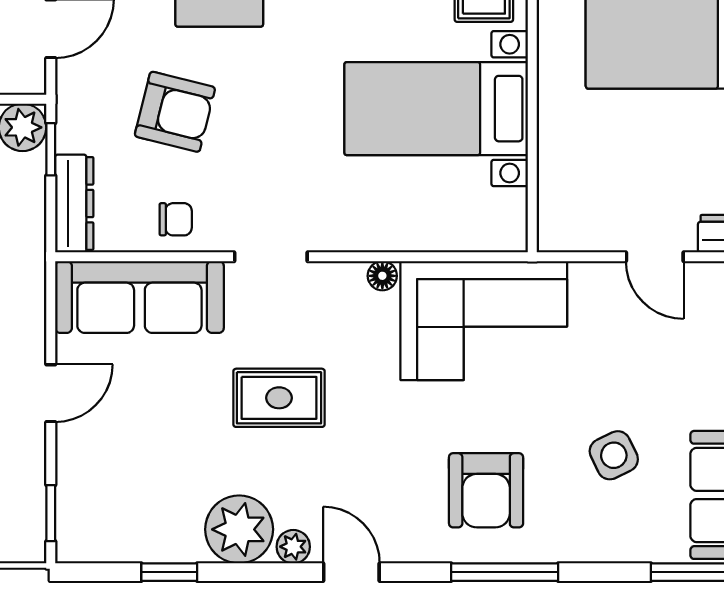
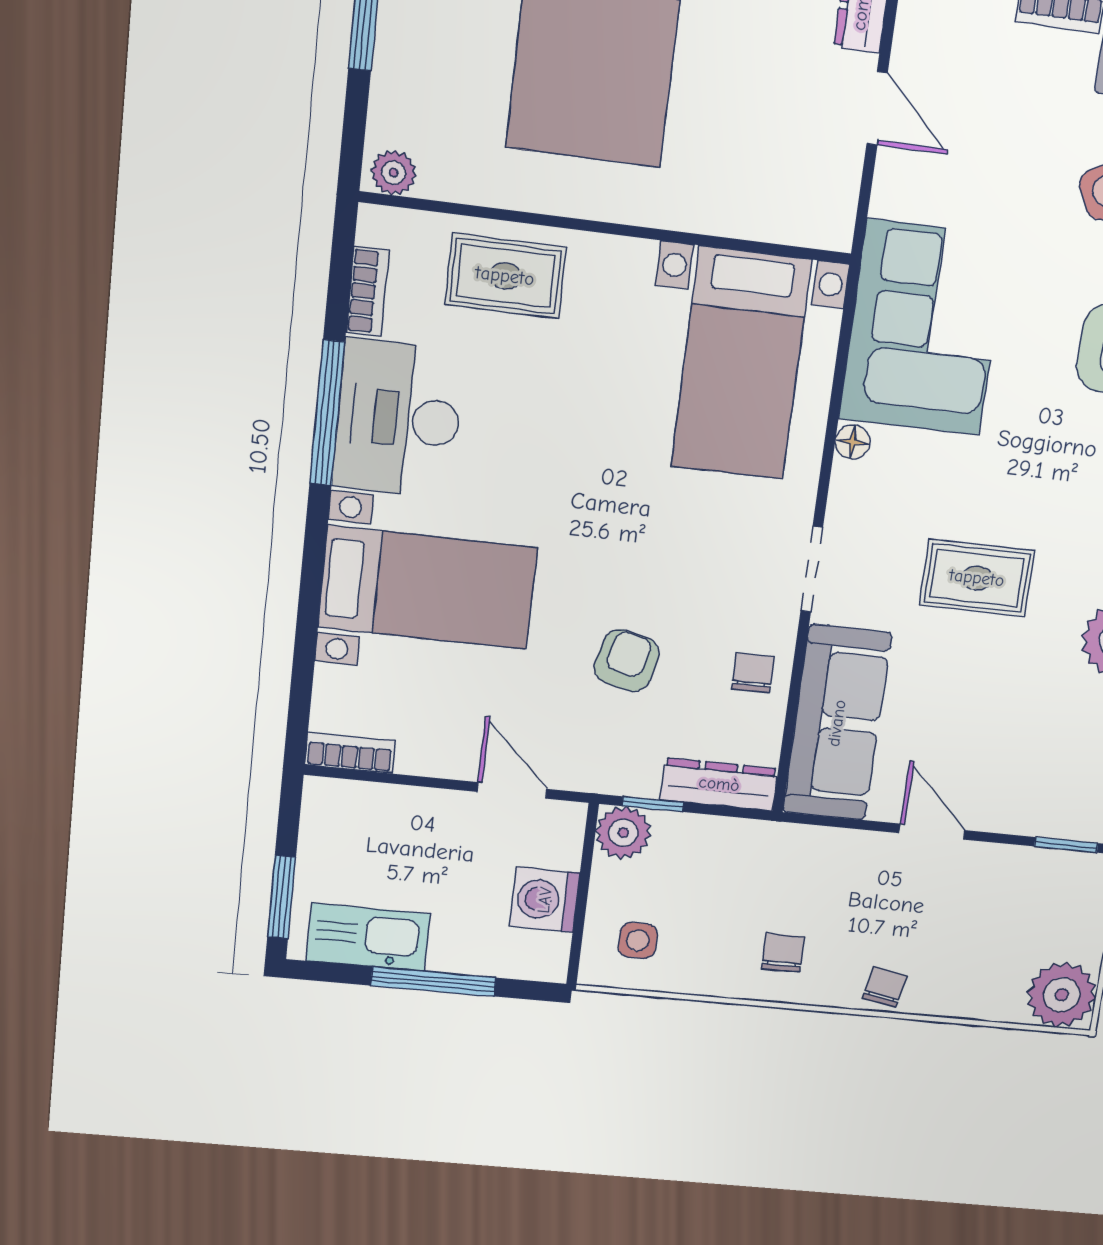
bed with nightstands: (436, 109) -> (741, 364), moved
armchair: (175, 112) -> (627, 660), width x0.72, depth x0.72
door: (655, 257) -> (877, 108), hinge flipped
rug: (279, 398) -> (977, 578), turned 90

